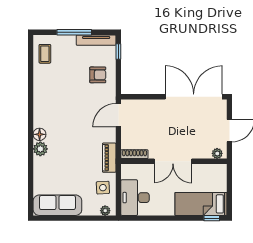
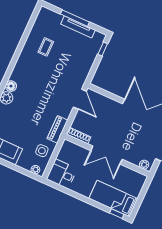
tv unit: (96, 40) -> (78, 27), moved
coffee table: (45, 54) -> (46, 47), moved
armchair: (98, 75) -> (78, 60), removed
door: (118, 115) -> (80, 99), swing flipped
desk: (135, 198) -> (62, 174), width x0.73

